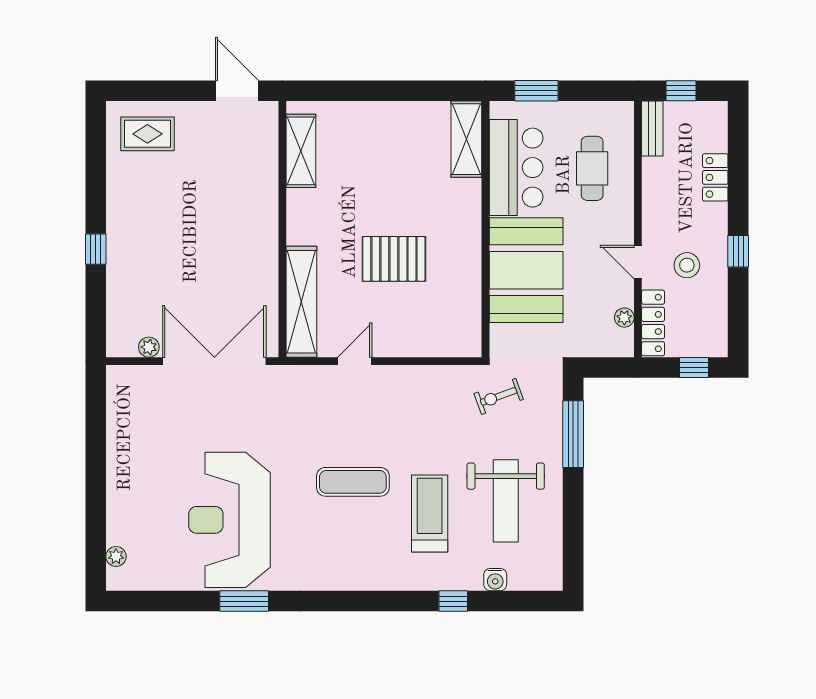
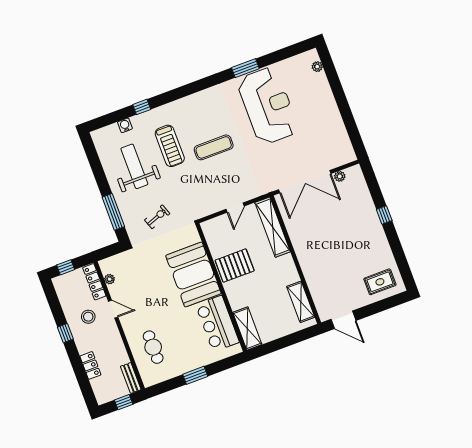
shelving: (466, 139) -> (247, 328), moved
bar counter: (516, 168) -> (217, 324), moved
wall: (486, 229) -> (221, 287), moved
booth: (526, 270) -> (193, 275), moved

